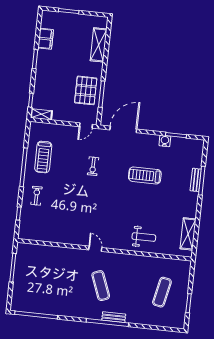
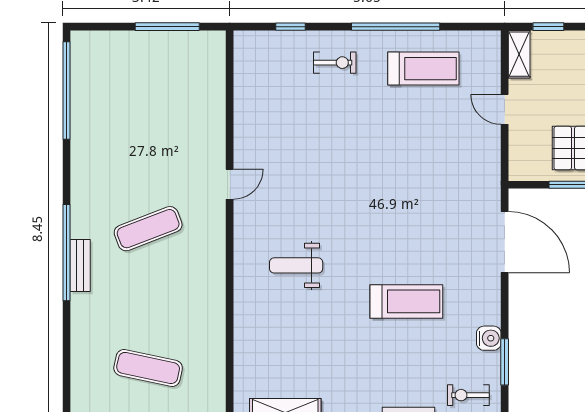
door: (86, 125) -> (505, 109), moved
treadmill: (43, 157) -> (423, 69), turned 180
exercise bike: (93, 166) -> (468, 395), moved
treadmill: (145, 175) -> (406, 301), turned 90
weight bench: (144, 237) -> (296, 265), moved, turned 90
door: (95, 249) -> (230, 184), moved

